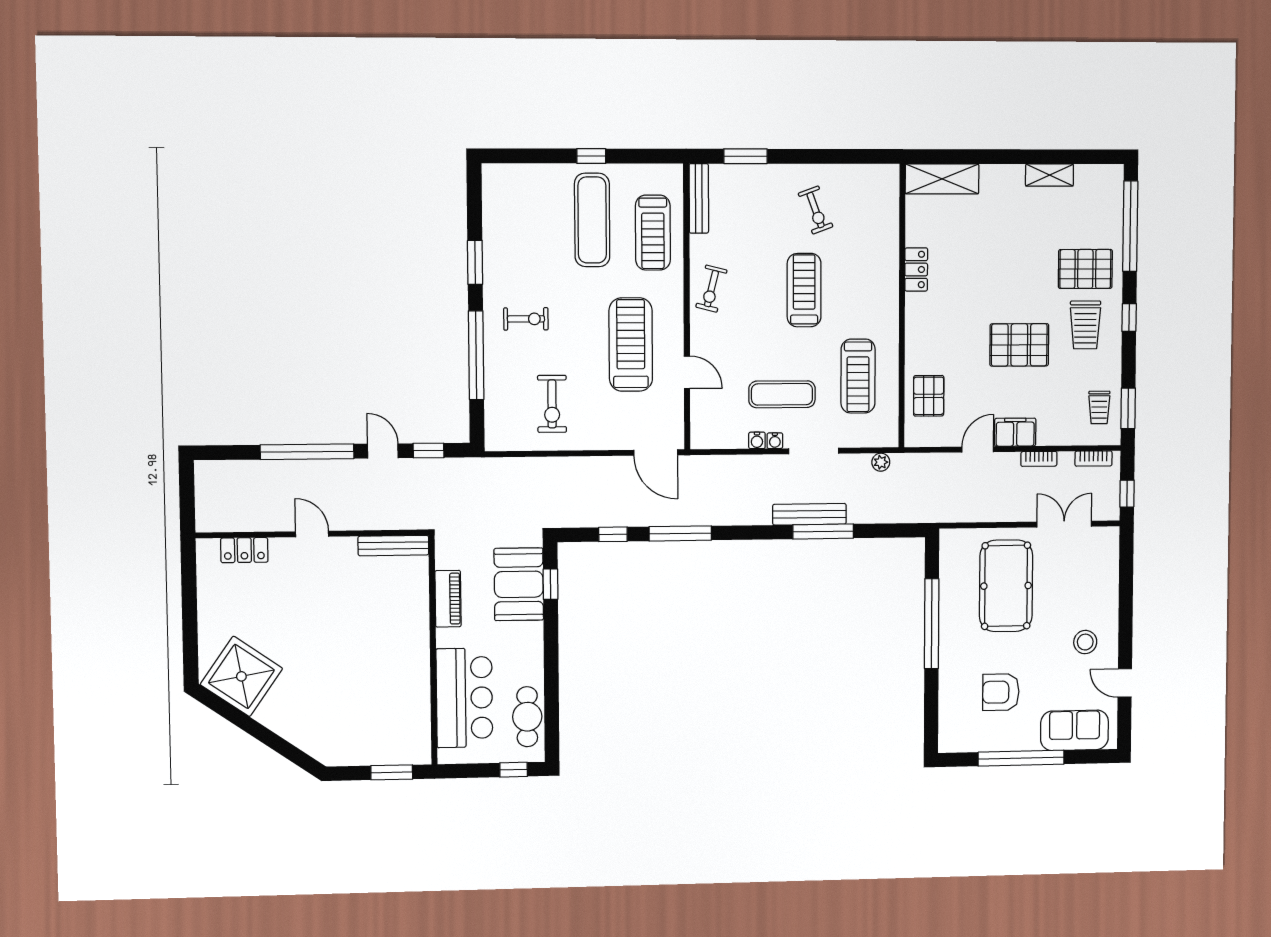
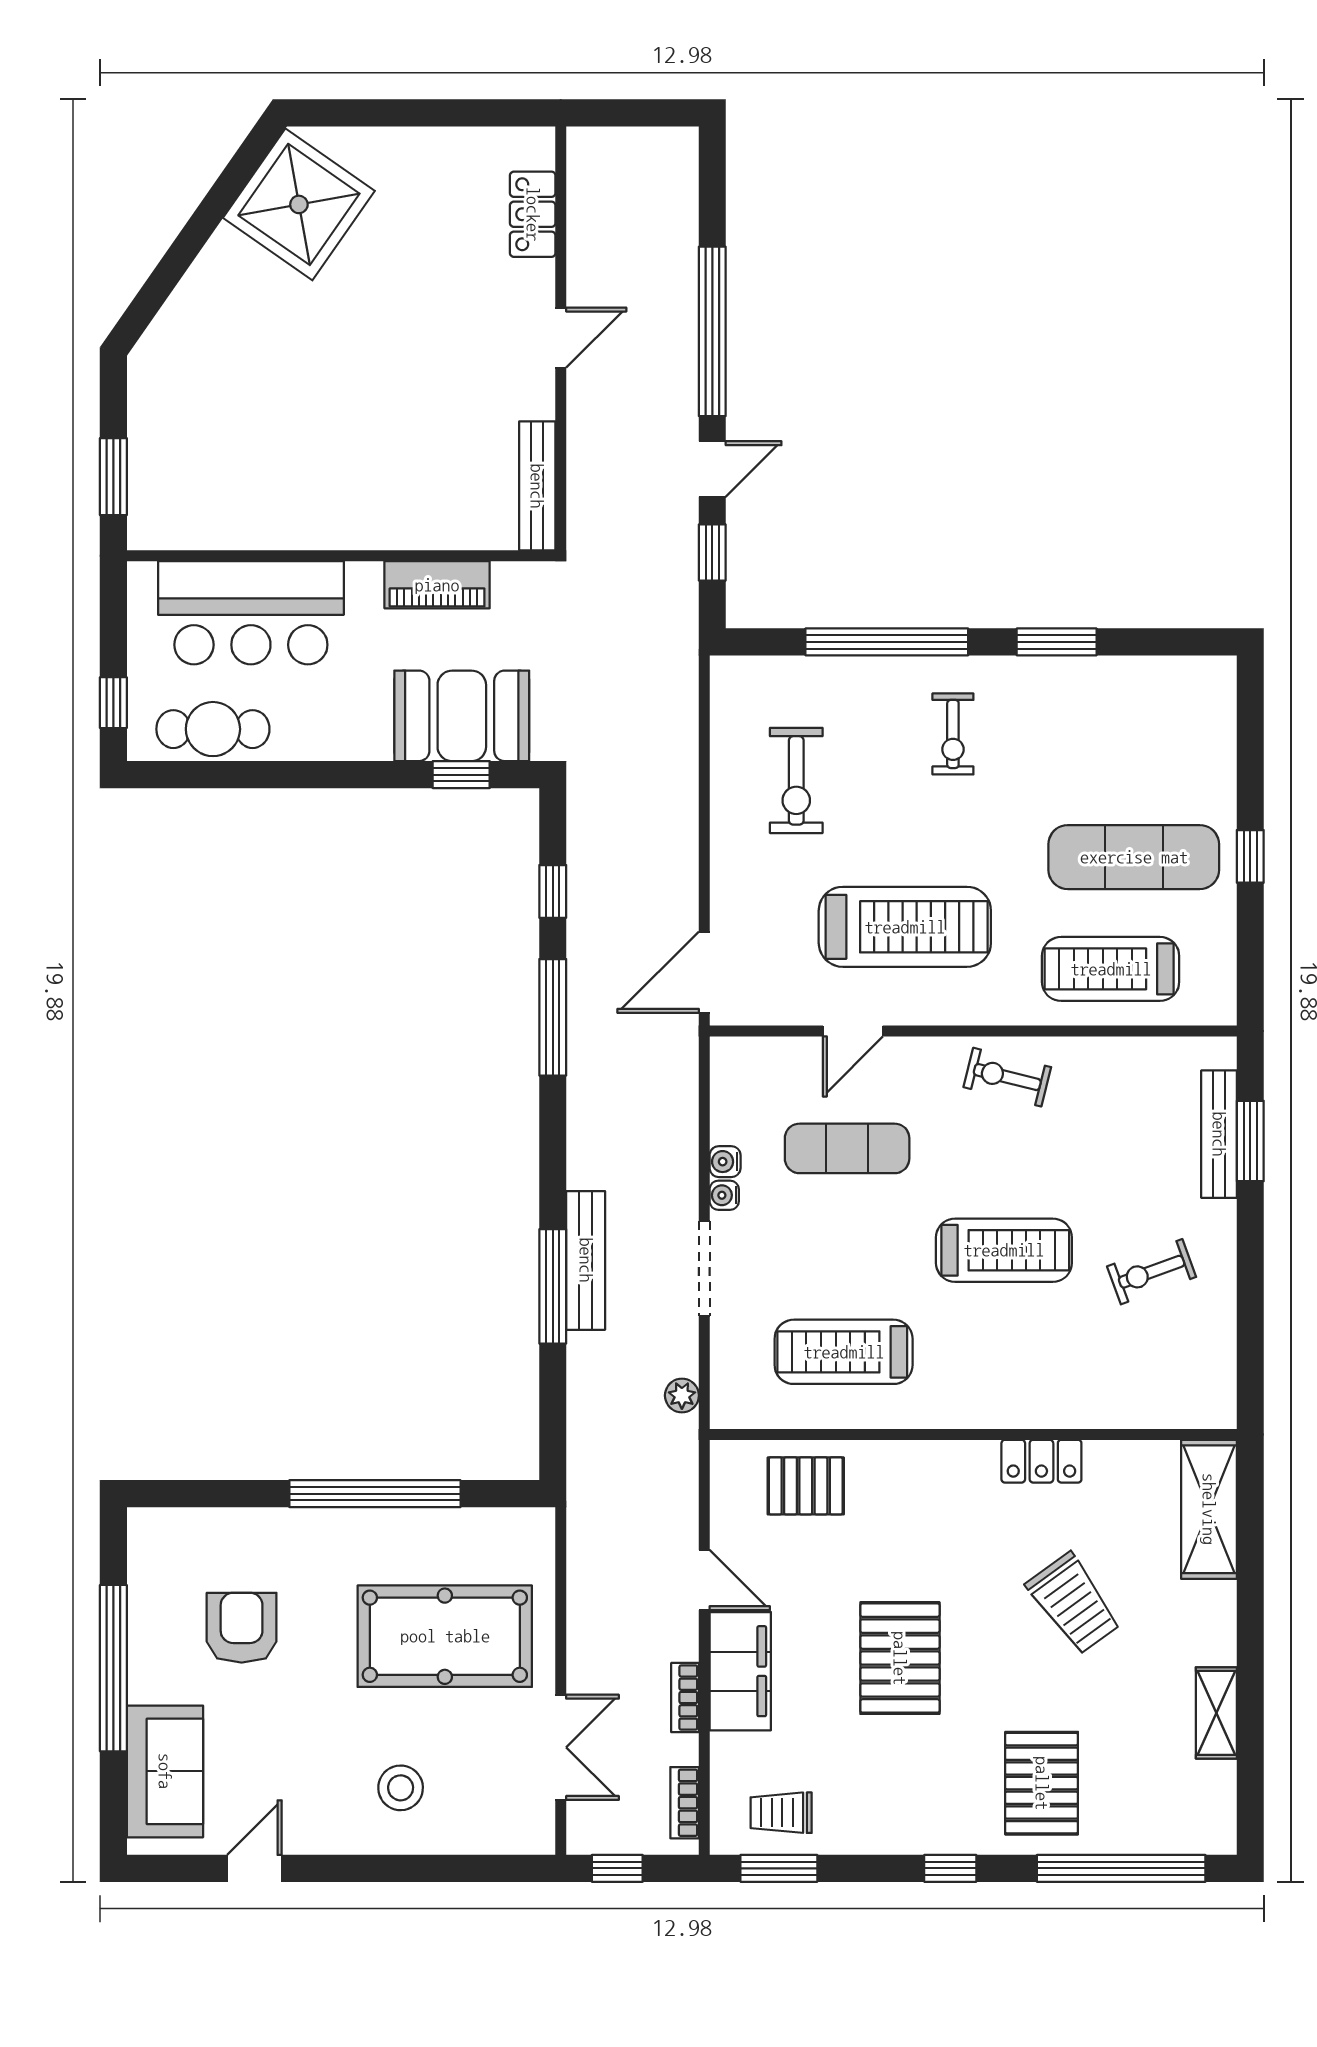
bench: (699, 198) -> (1219, 1134), moved, turned 90
trolley: (1085, 325) -> (1074, 1604), moved, turned -126
exercise mat: (782, 394) -> (847, 1148), moved, turned 90
exercise bike: (552, 404) -> (796, 780), turned -90
filing cabinet: (1015, 432) -> (740, 1671), width x1.50, depth x1.17
stool: (1085, 642) -> (401, 1788), moved

